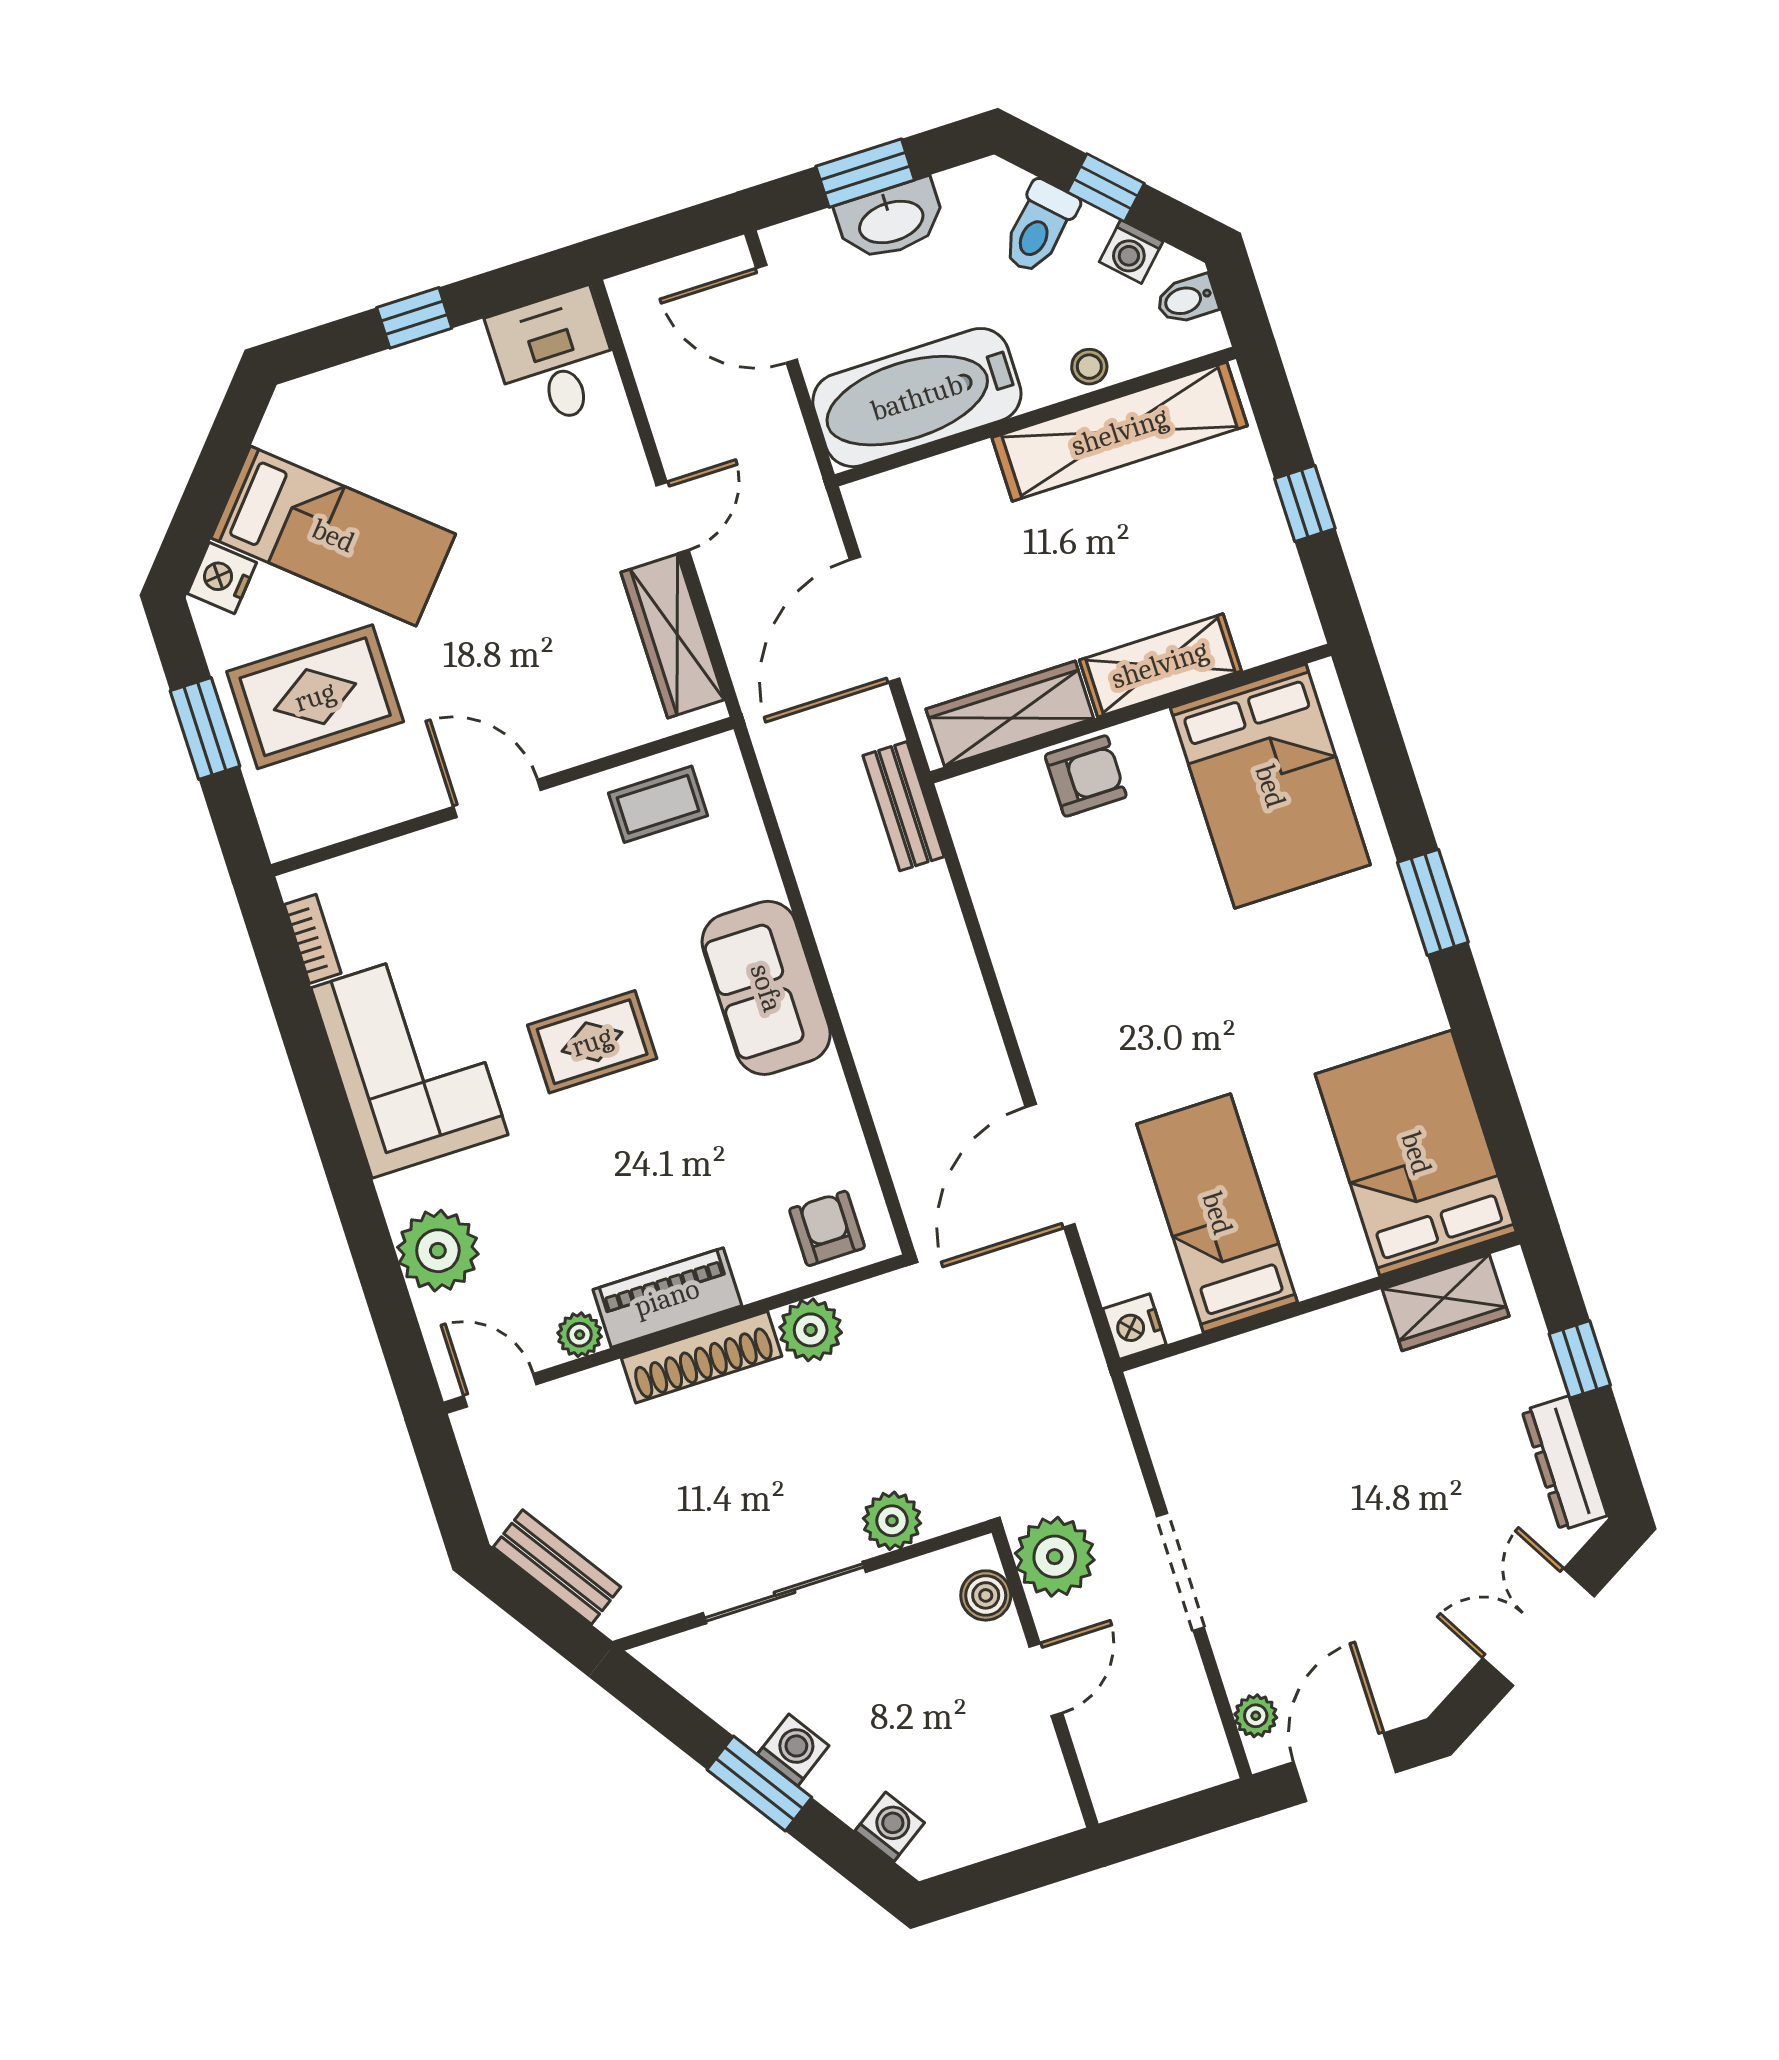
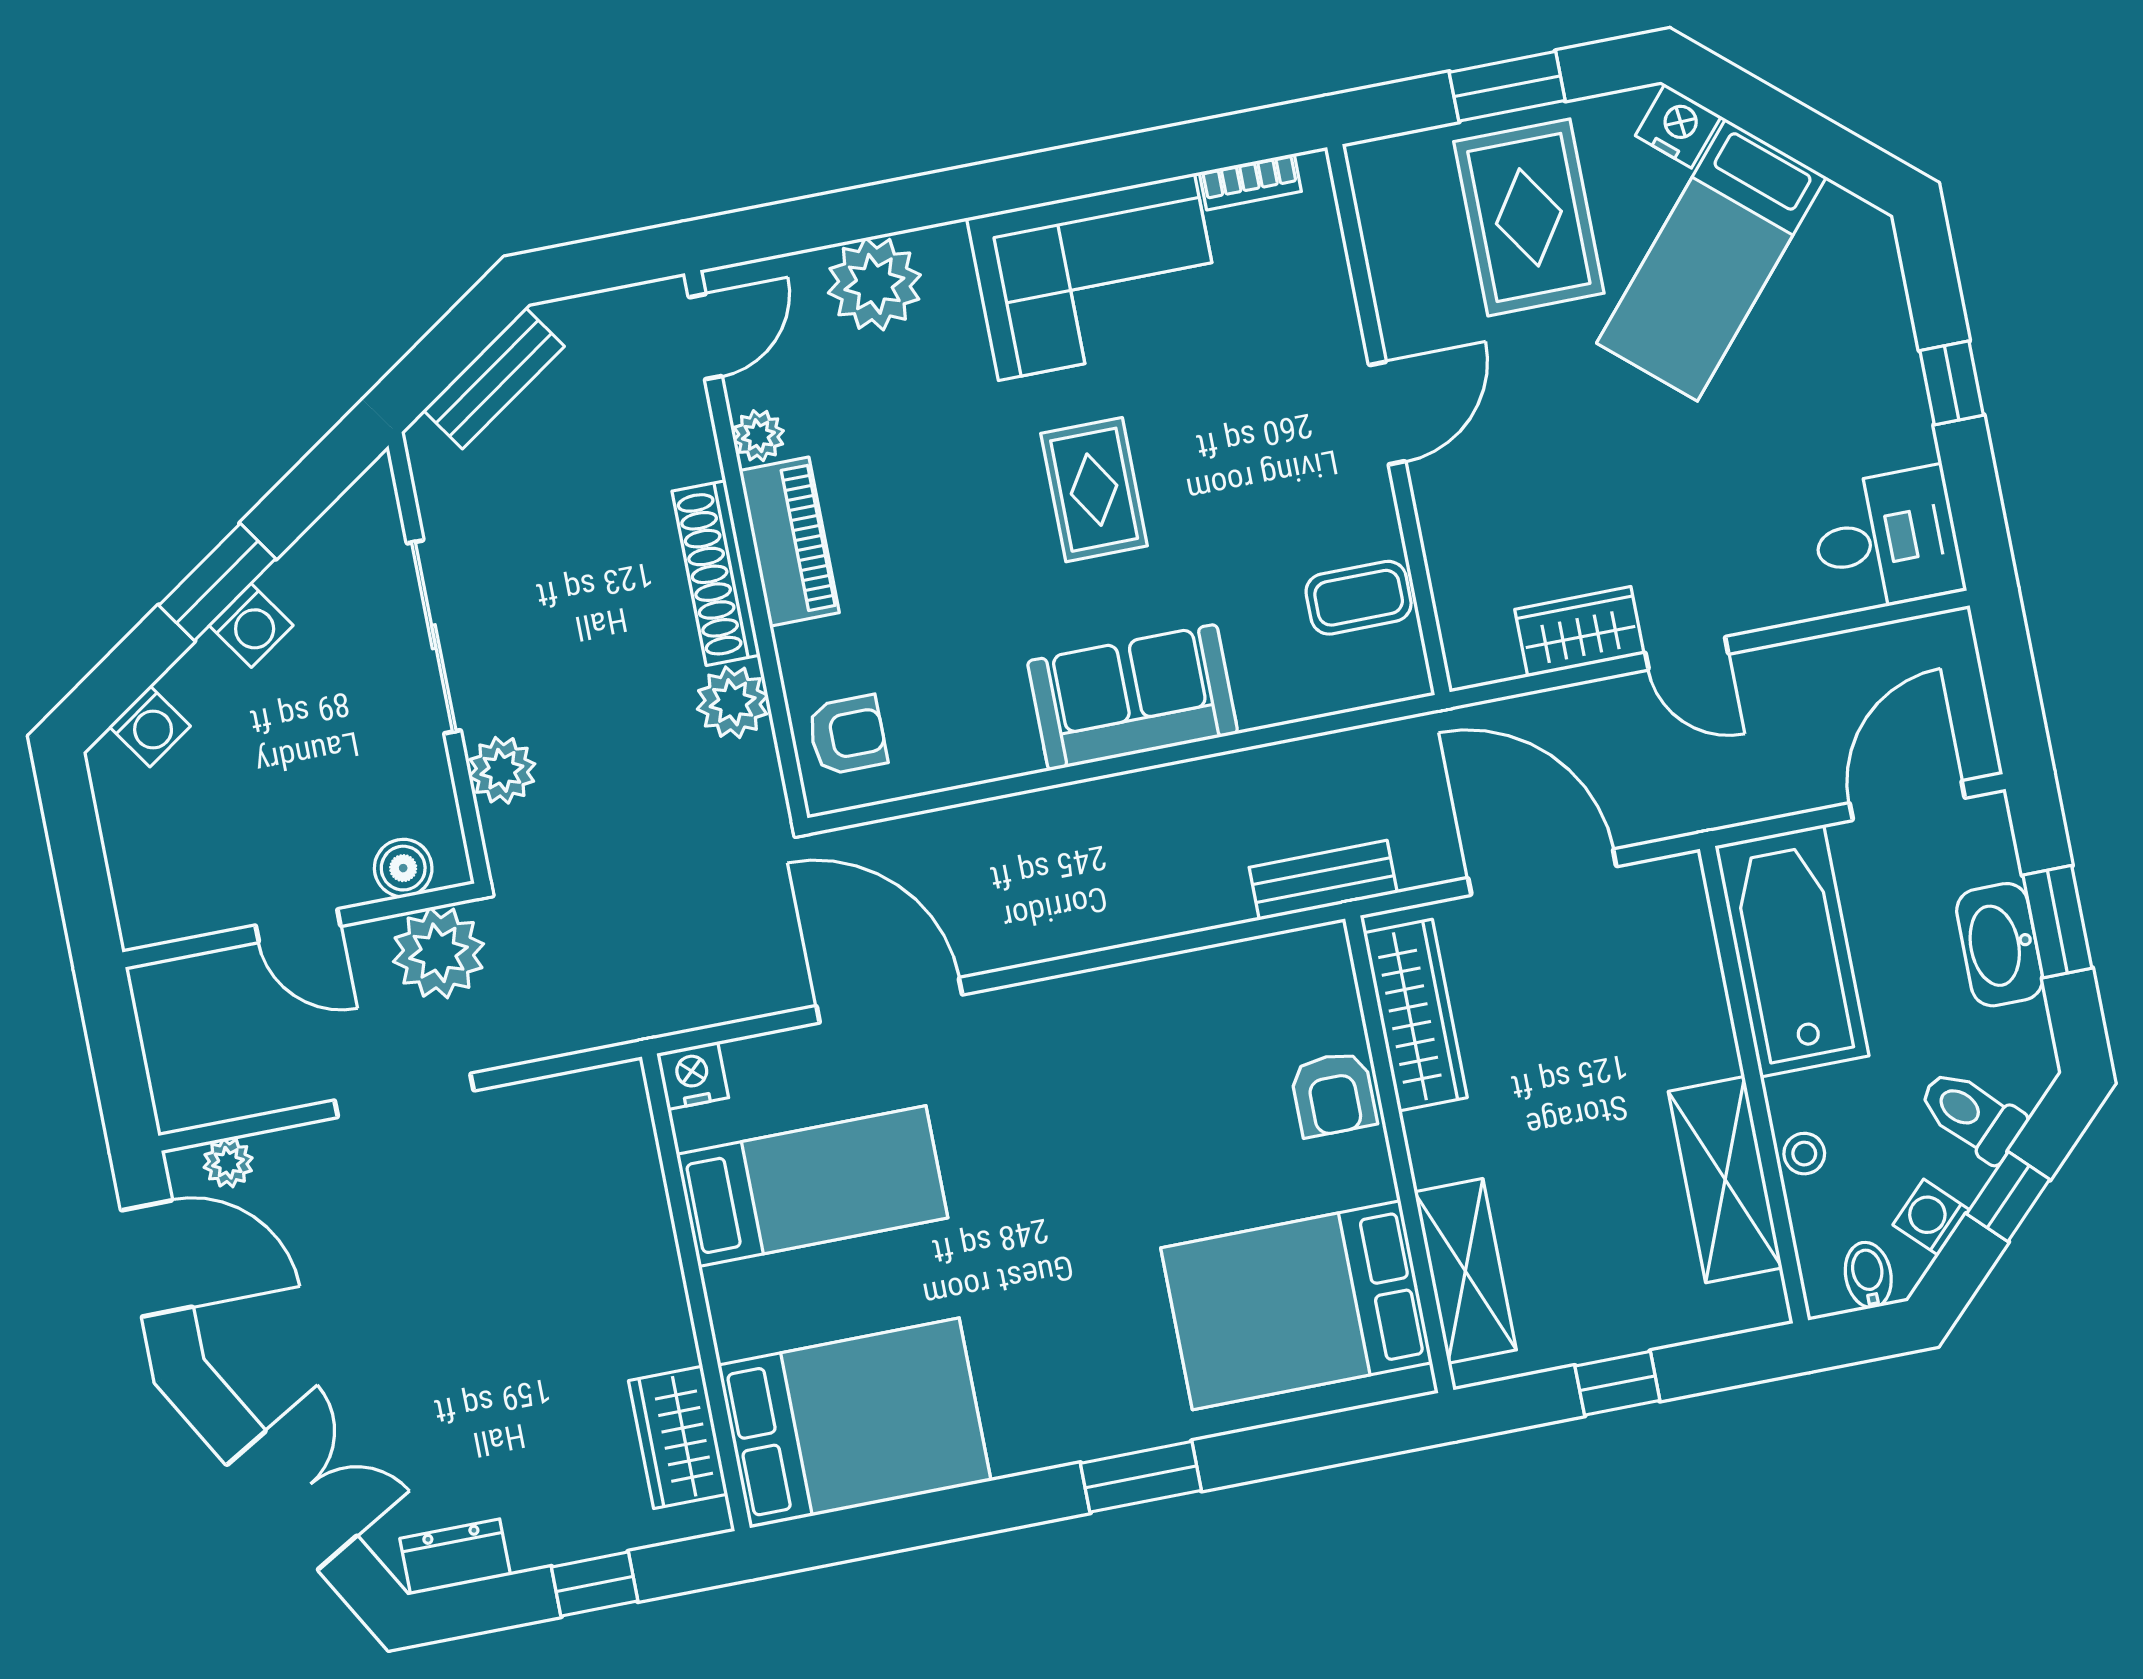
shelving: (1120, 432) -> (1725, 1180), width x0.68
wardrobe: (673, 636) -> (1579, 632), width x0.67
shelving: (1160, 665) -> (1465, 1271), moved
coffee table: (658, 804) -> (1359, 598), turned 90
dresser: (1564, 1463) -> (455, 1557), width x0.70

